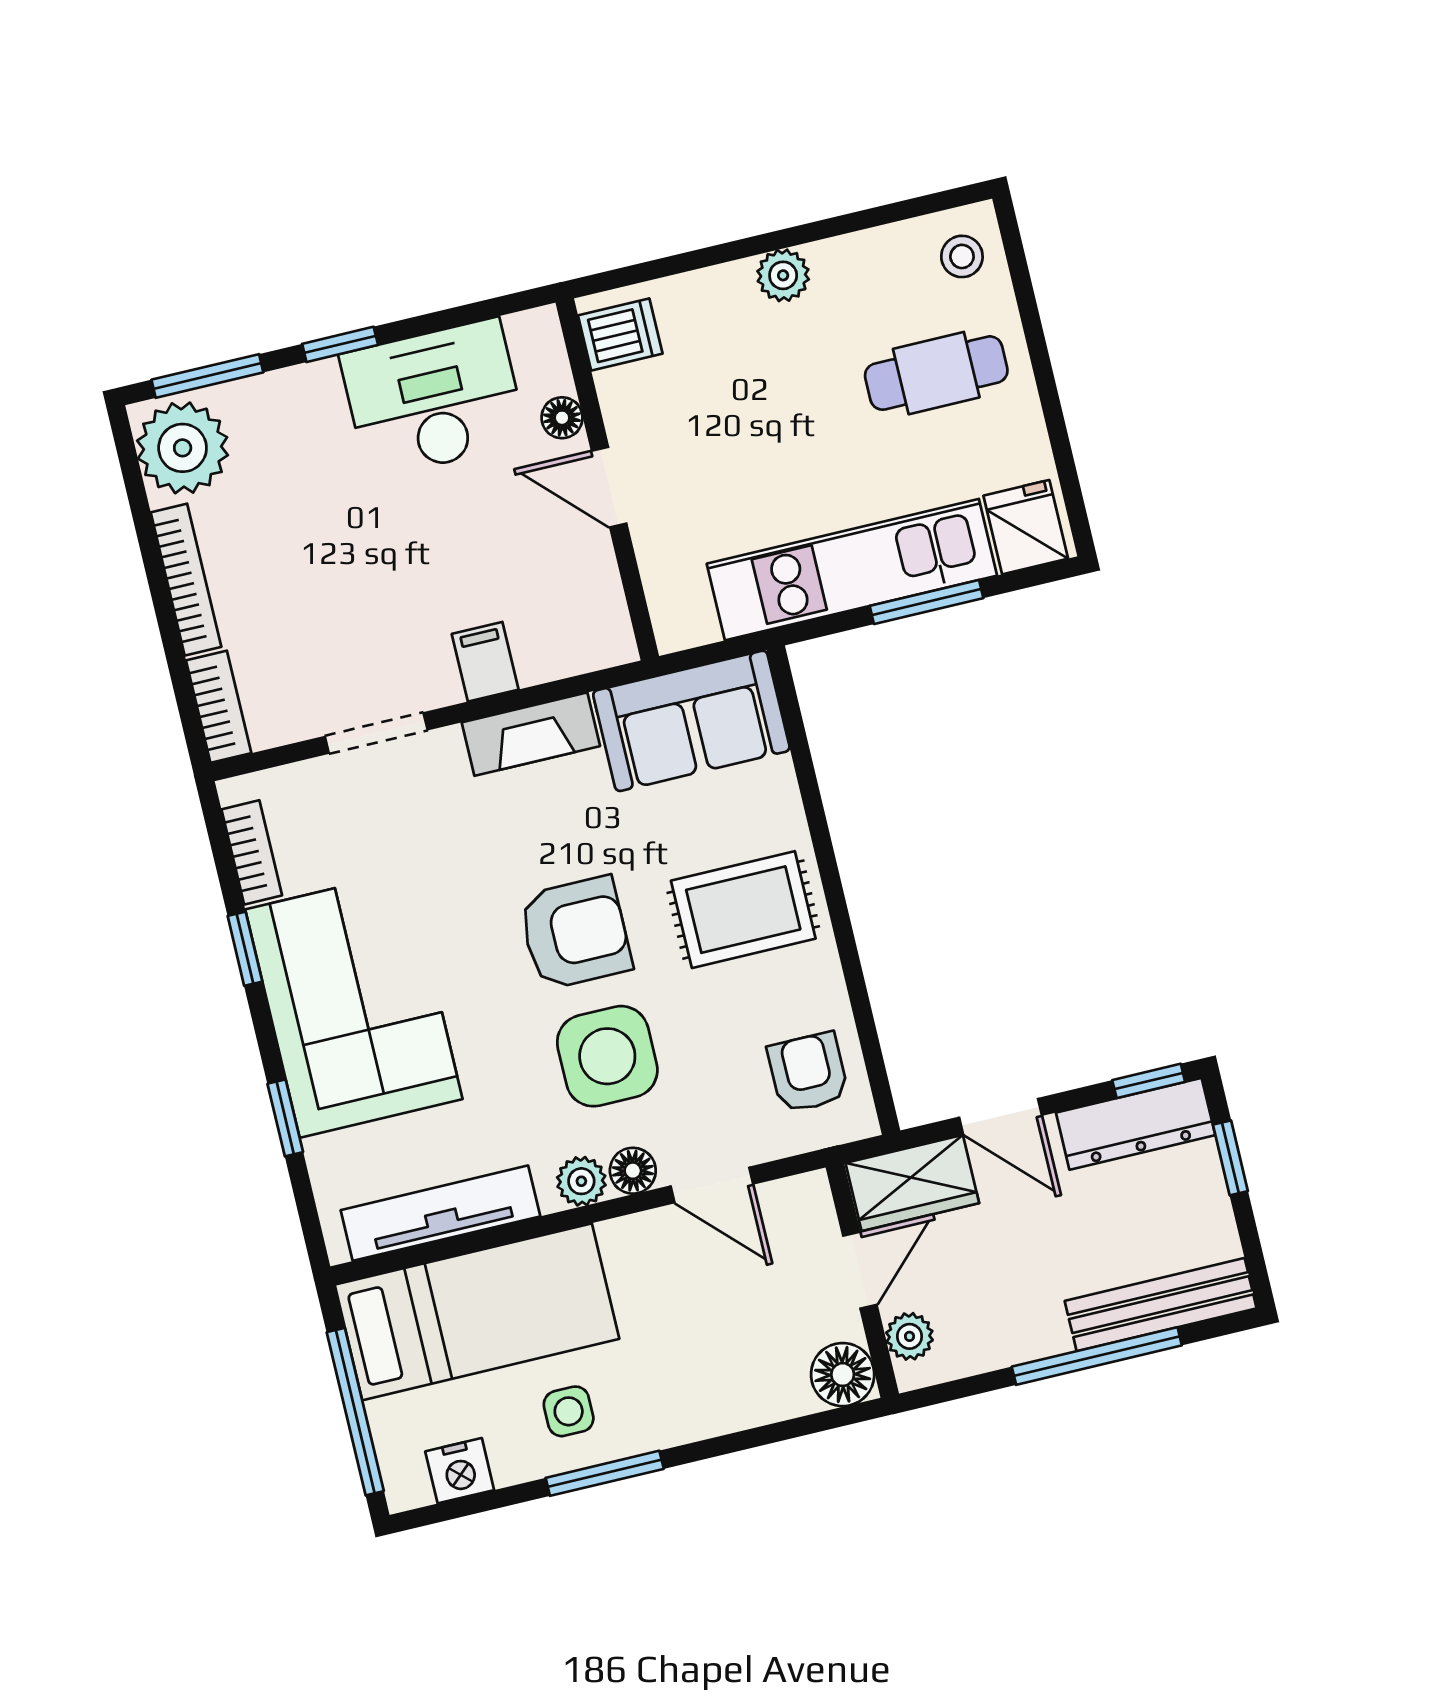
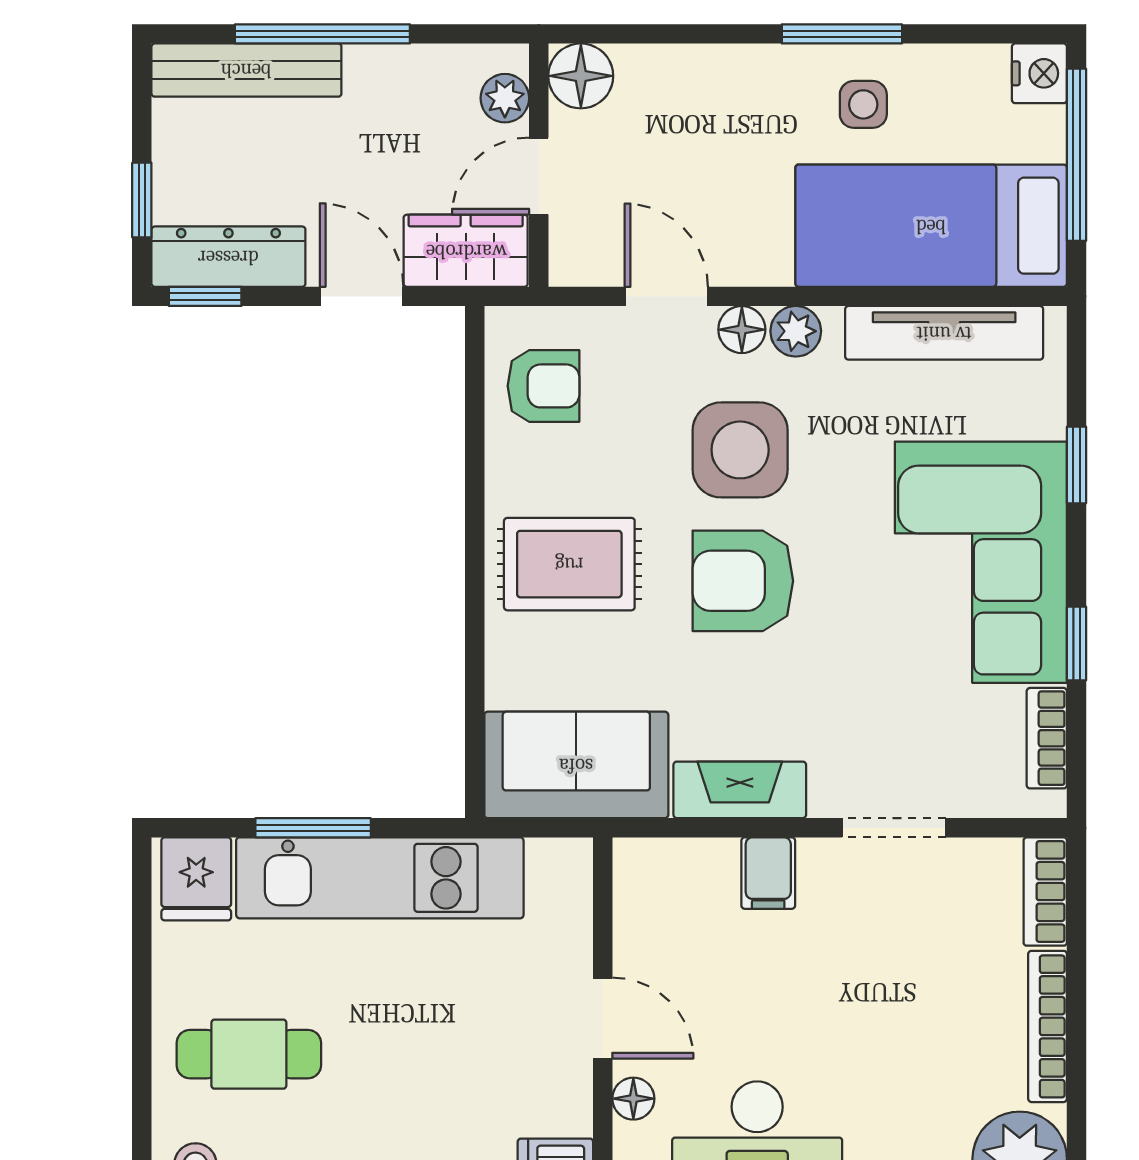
armchair: (808, 1072) -> (543, 386), turned -90
nightstand: (460, 1471) -> (1039, 73), moved, turned 90

